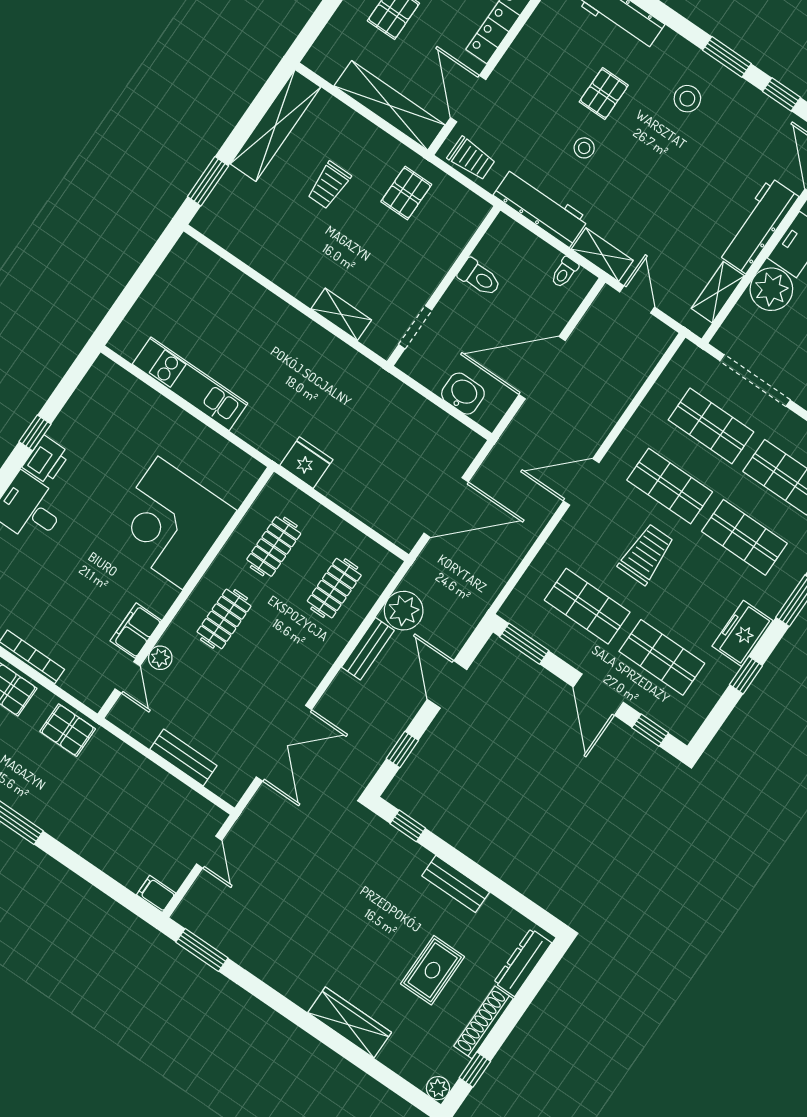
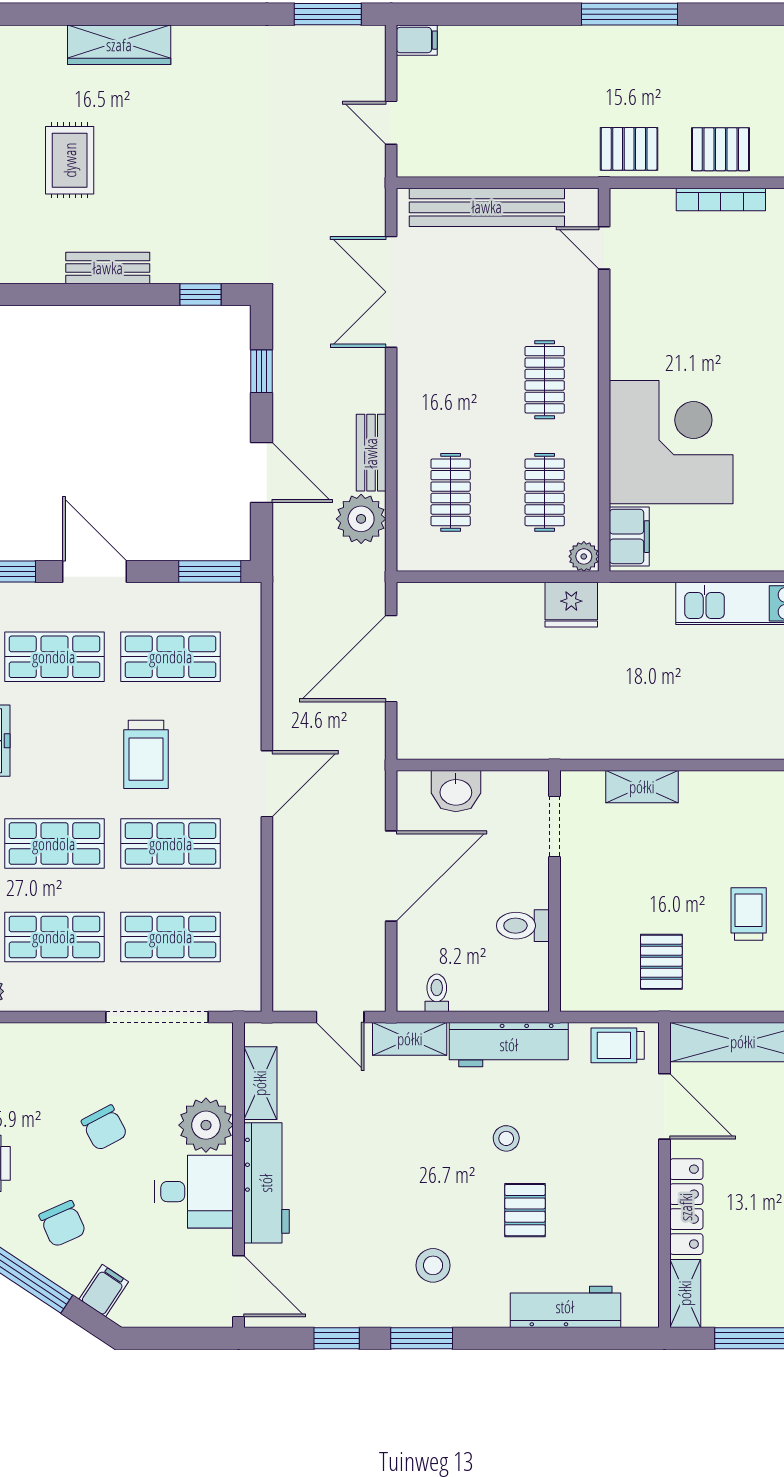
filing cabinet: (136, 631) -> (629, 537), moved
plant: (160, 658) -> (584, 556), moved
bench: (183, 758) -> (487, 207), width x1.86, depth x1.21

